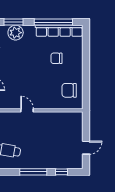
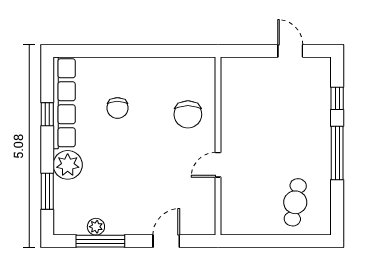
window: (53, 22) -> (47, 114), width x0.32
plant: (16, 33) -> (68, 165), moved
chair: (69, 90) -> (188, 114), moved

